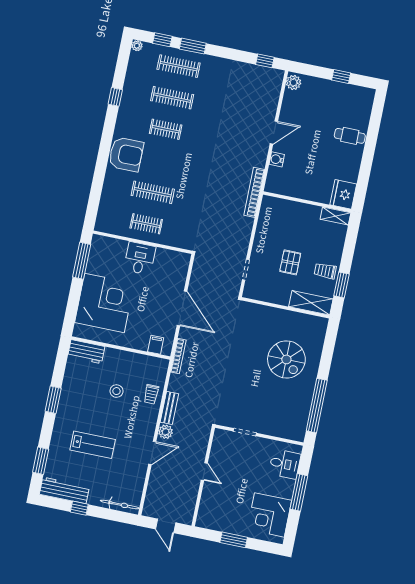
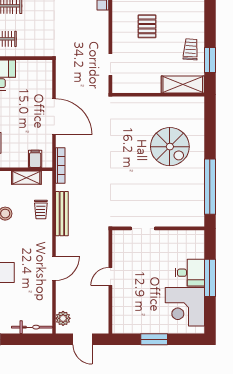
pallet: (290, 262) -> (147, 26), moved
trolley: (325, 271) -> (191, 49), turned 94
shelving: (144, 361) -> (26, 178), added
bench: (169, 408) -> (62, 214), width x1.36
plant: (166, 432) -> (63, 318), moved
desk: (285, 464) -> (190, 273), moved
door: (204, 472) -> (110, 277), swing flipped

